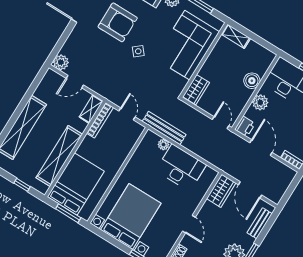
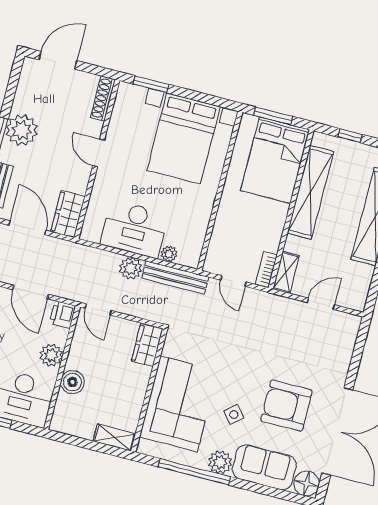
side table: (138, 51) -> (234, 415), moved
plant: (61, 62) -> (131, 268), moved
bookcase: (100, 120) -> (266, 270), width x0.64

